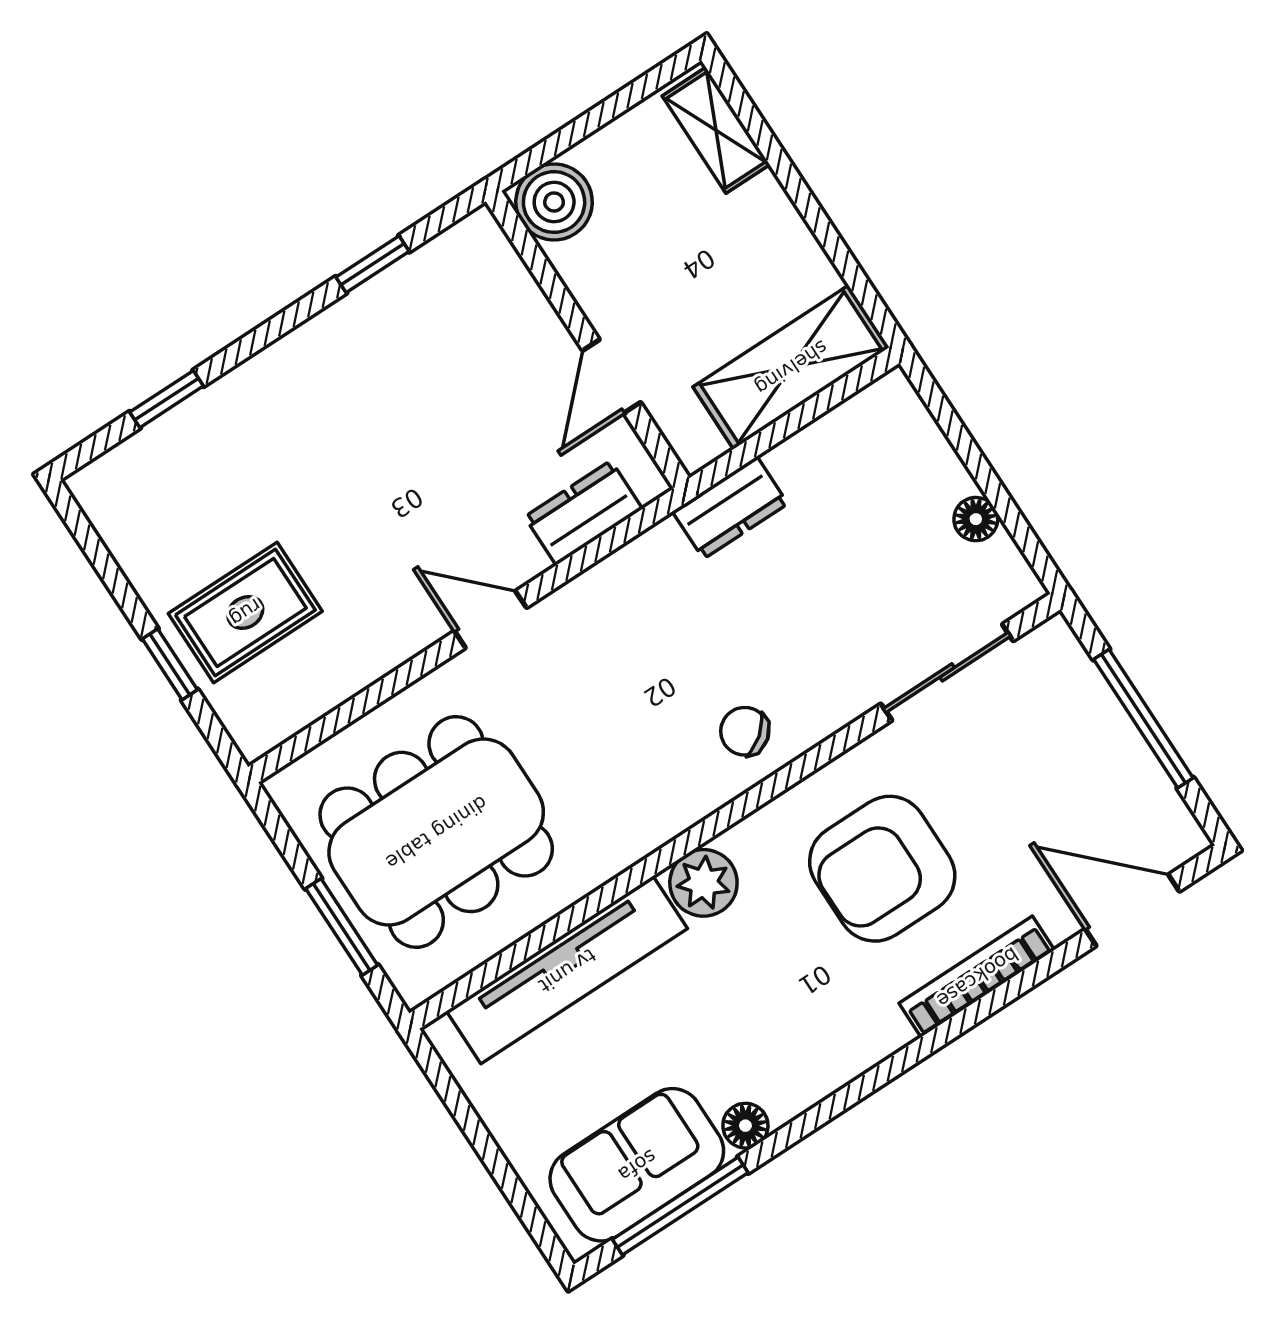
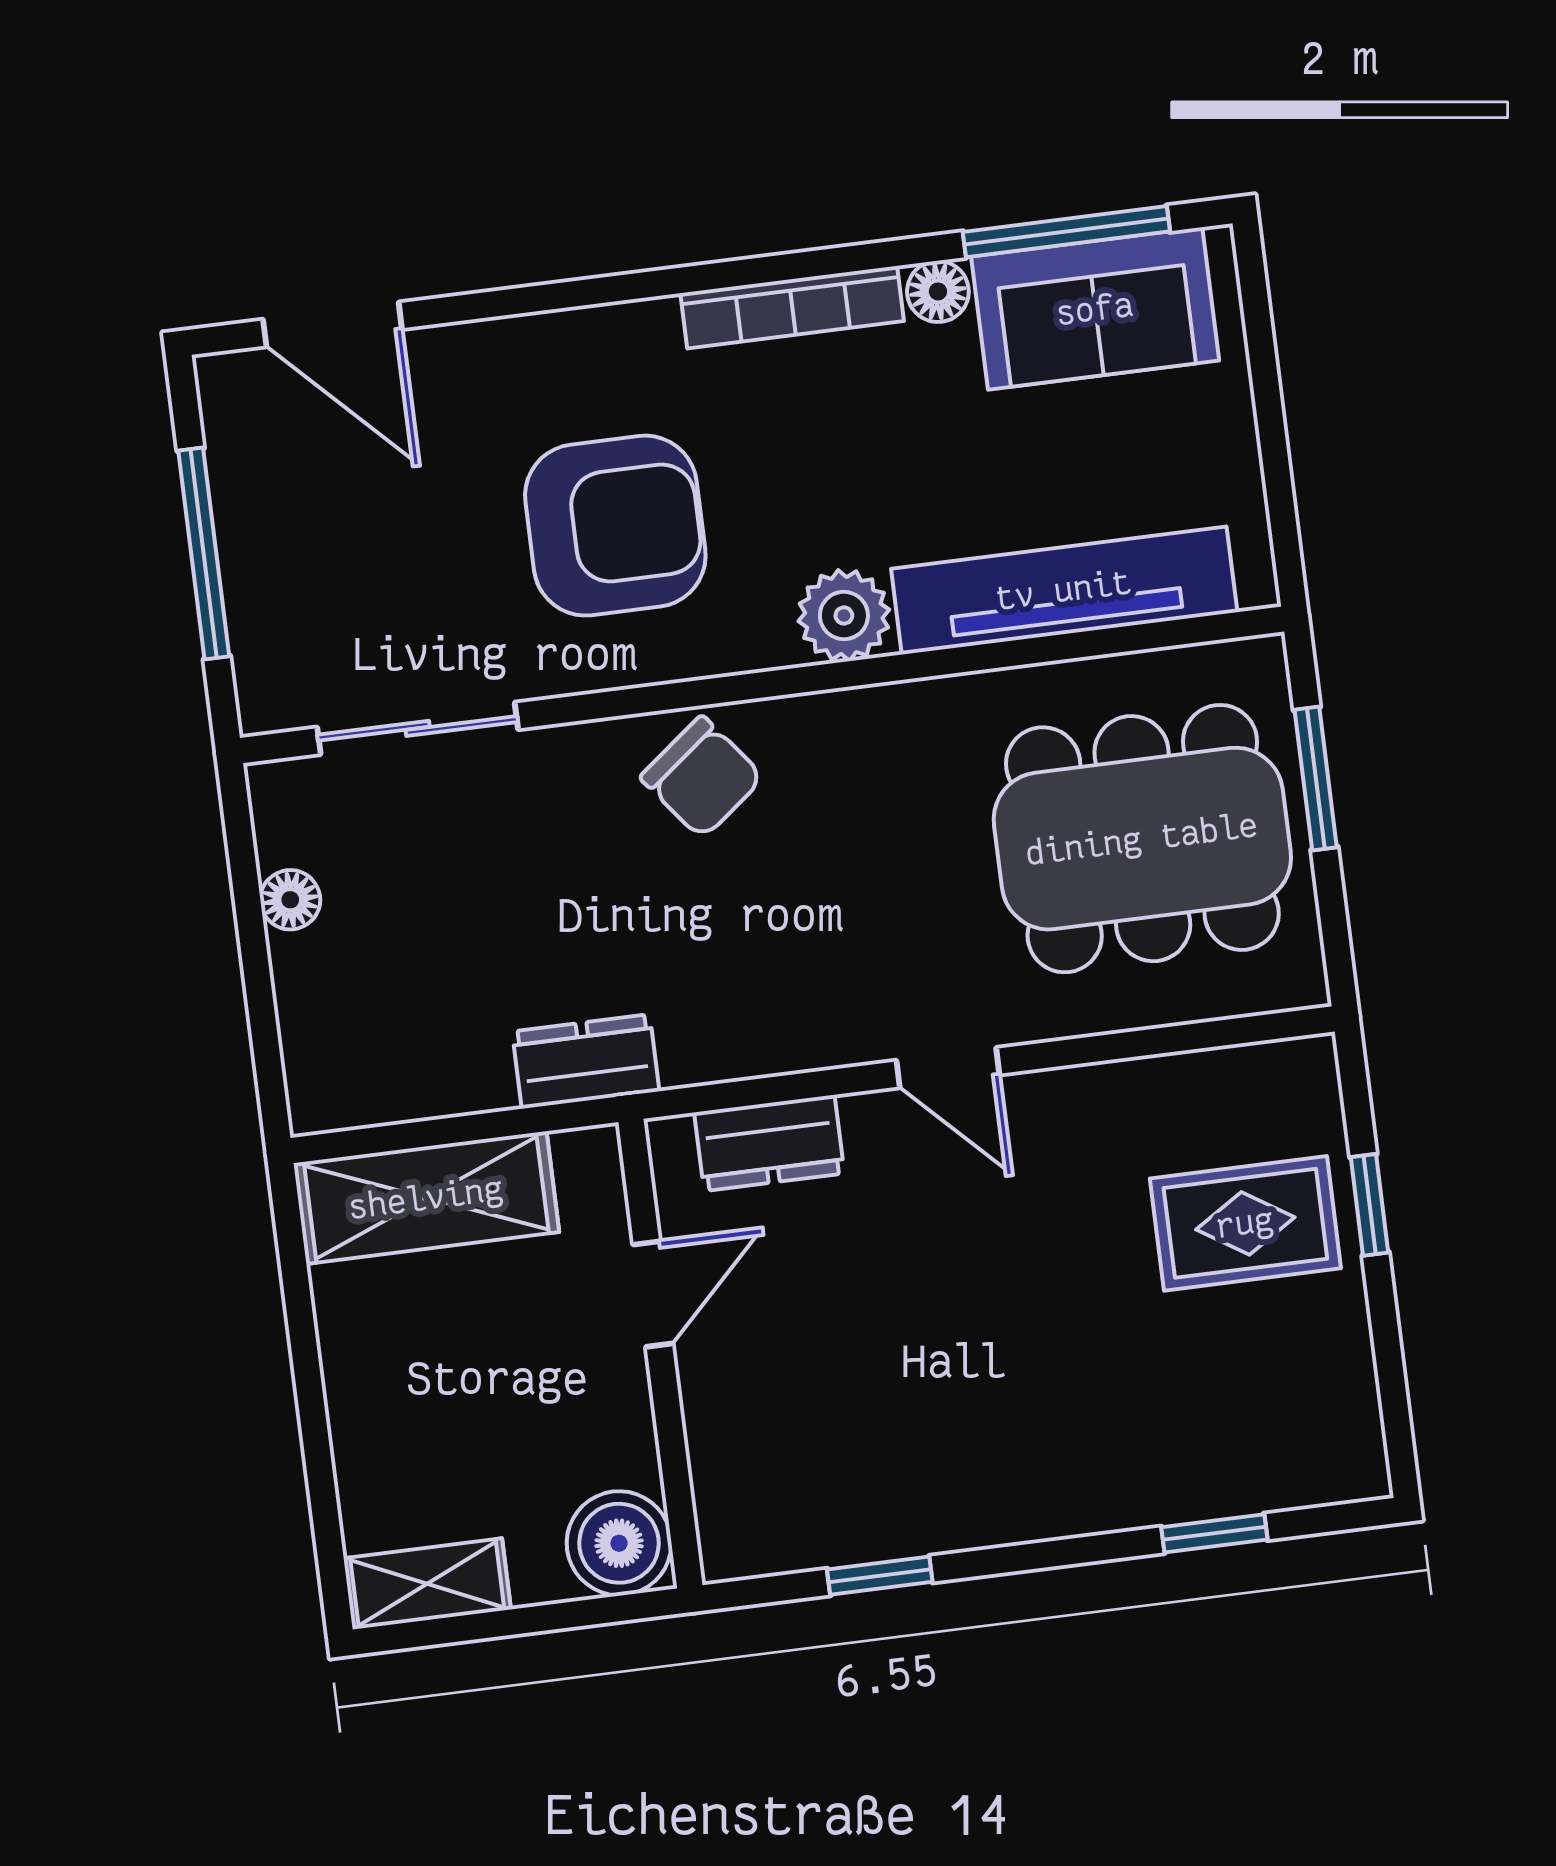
shelving: (716, 130) -> (427, 1584), moved, turned 90
chair: (745, 731) -> (702, 777), width x1.37, depth x1.37
bookcase: (977, 977) -> (792, 307), moved

